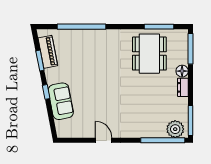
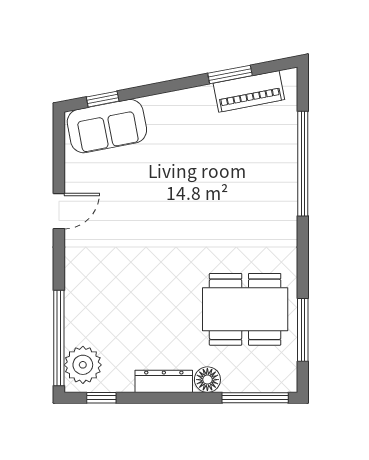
dresser: (183, 87) -> (164, 381), width x1.44
window: (46, 92) -> (103, 99), moved
sofa: (61, 101) -> (107, 126), moved
window: (191, 121) -> (101, 398), width x0.46

